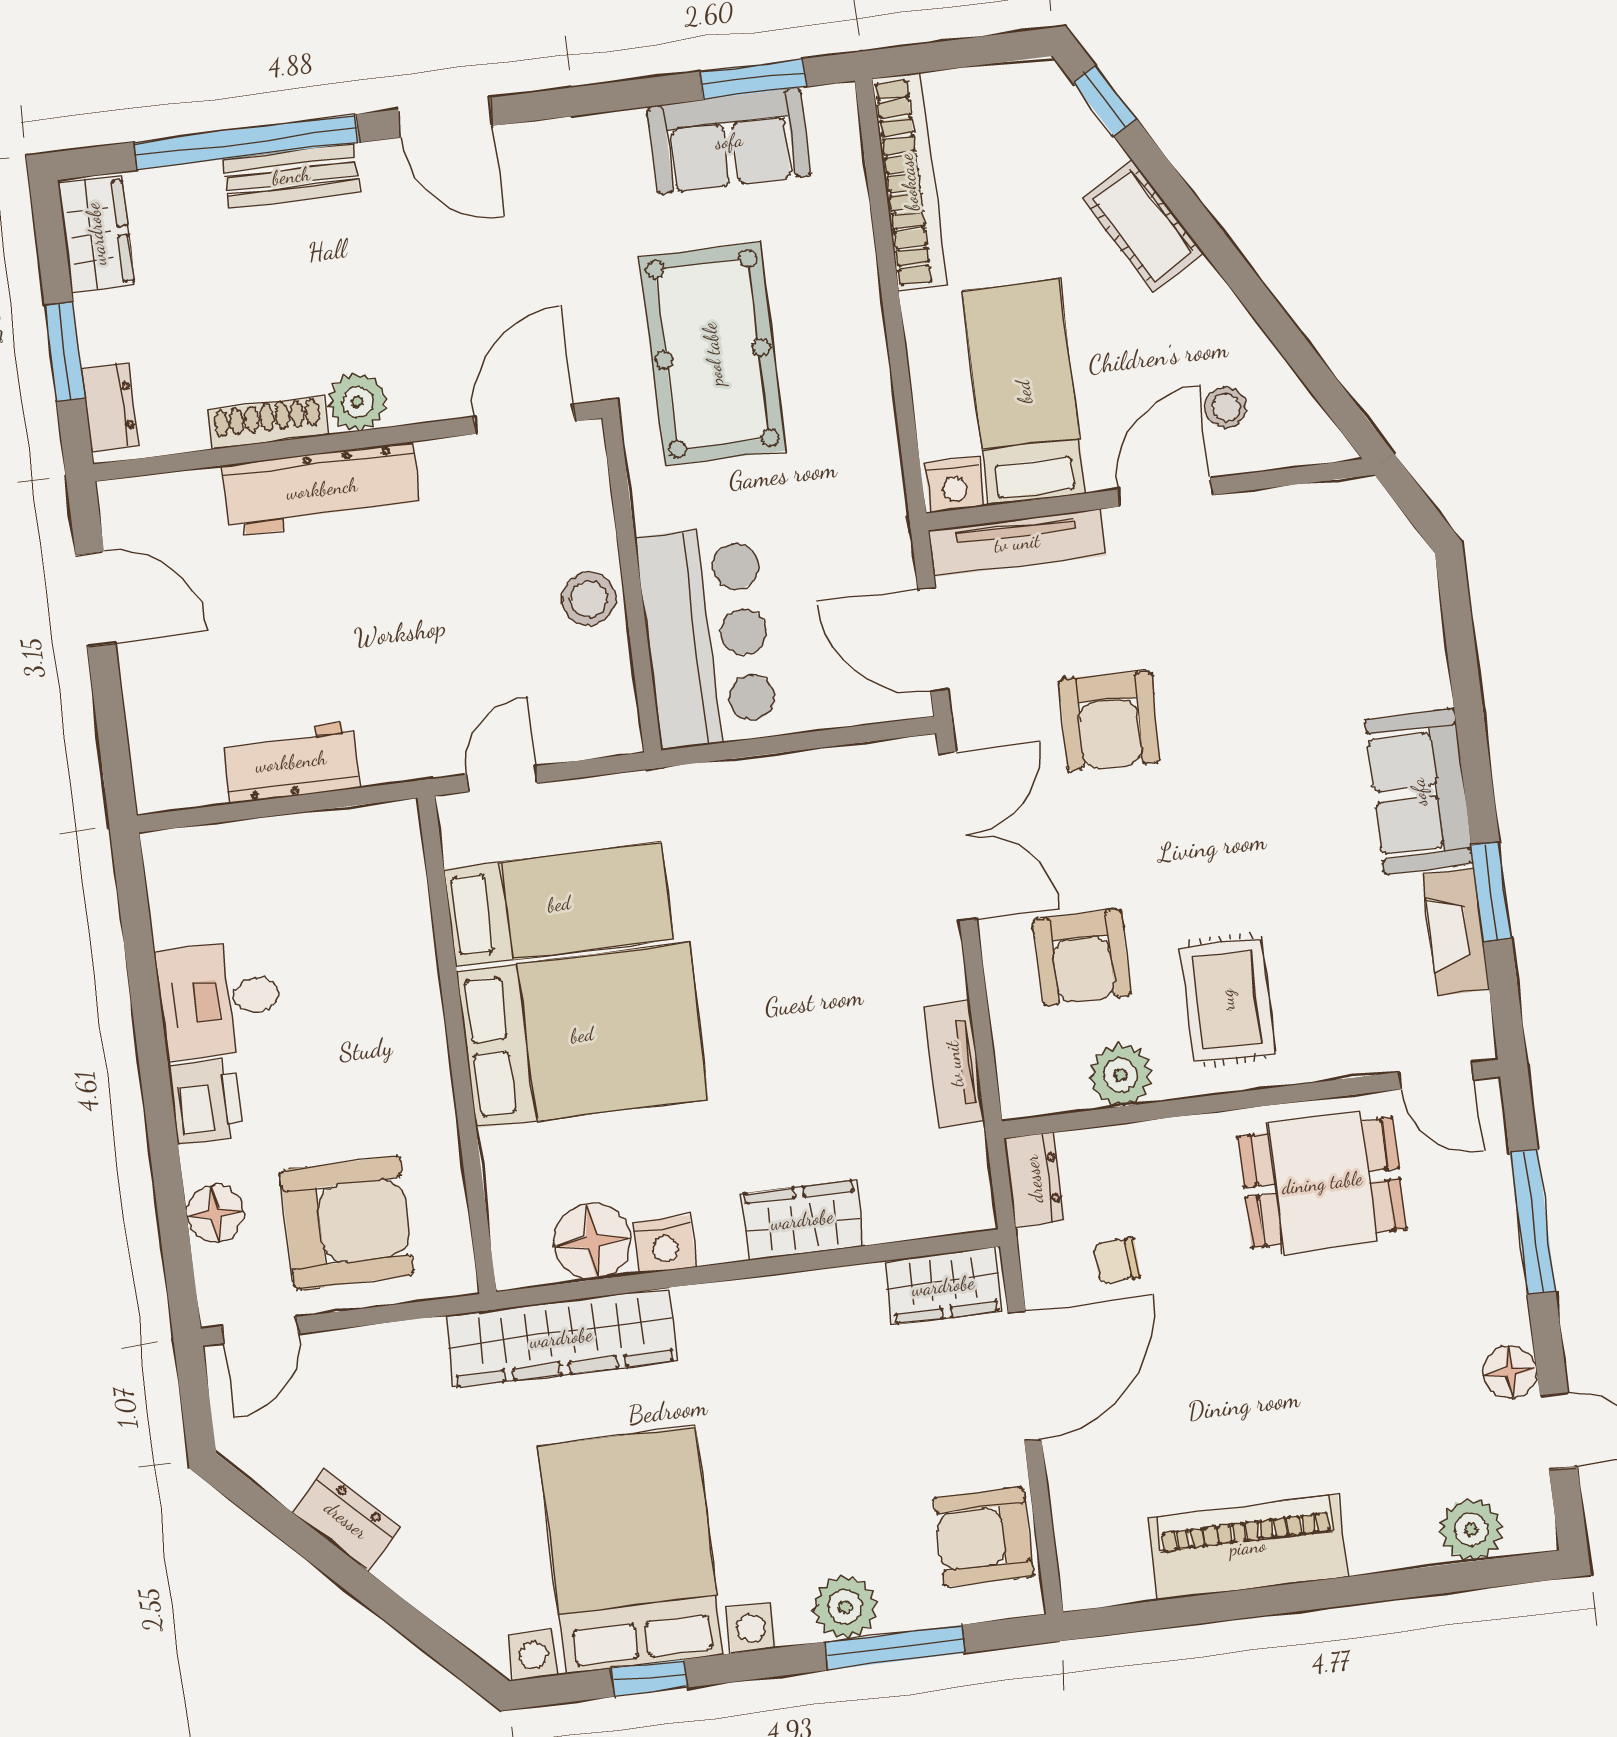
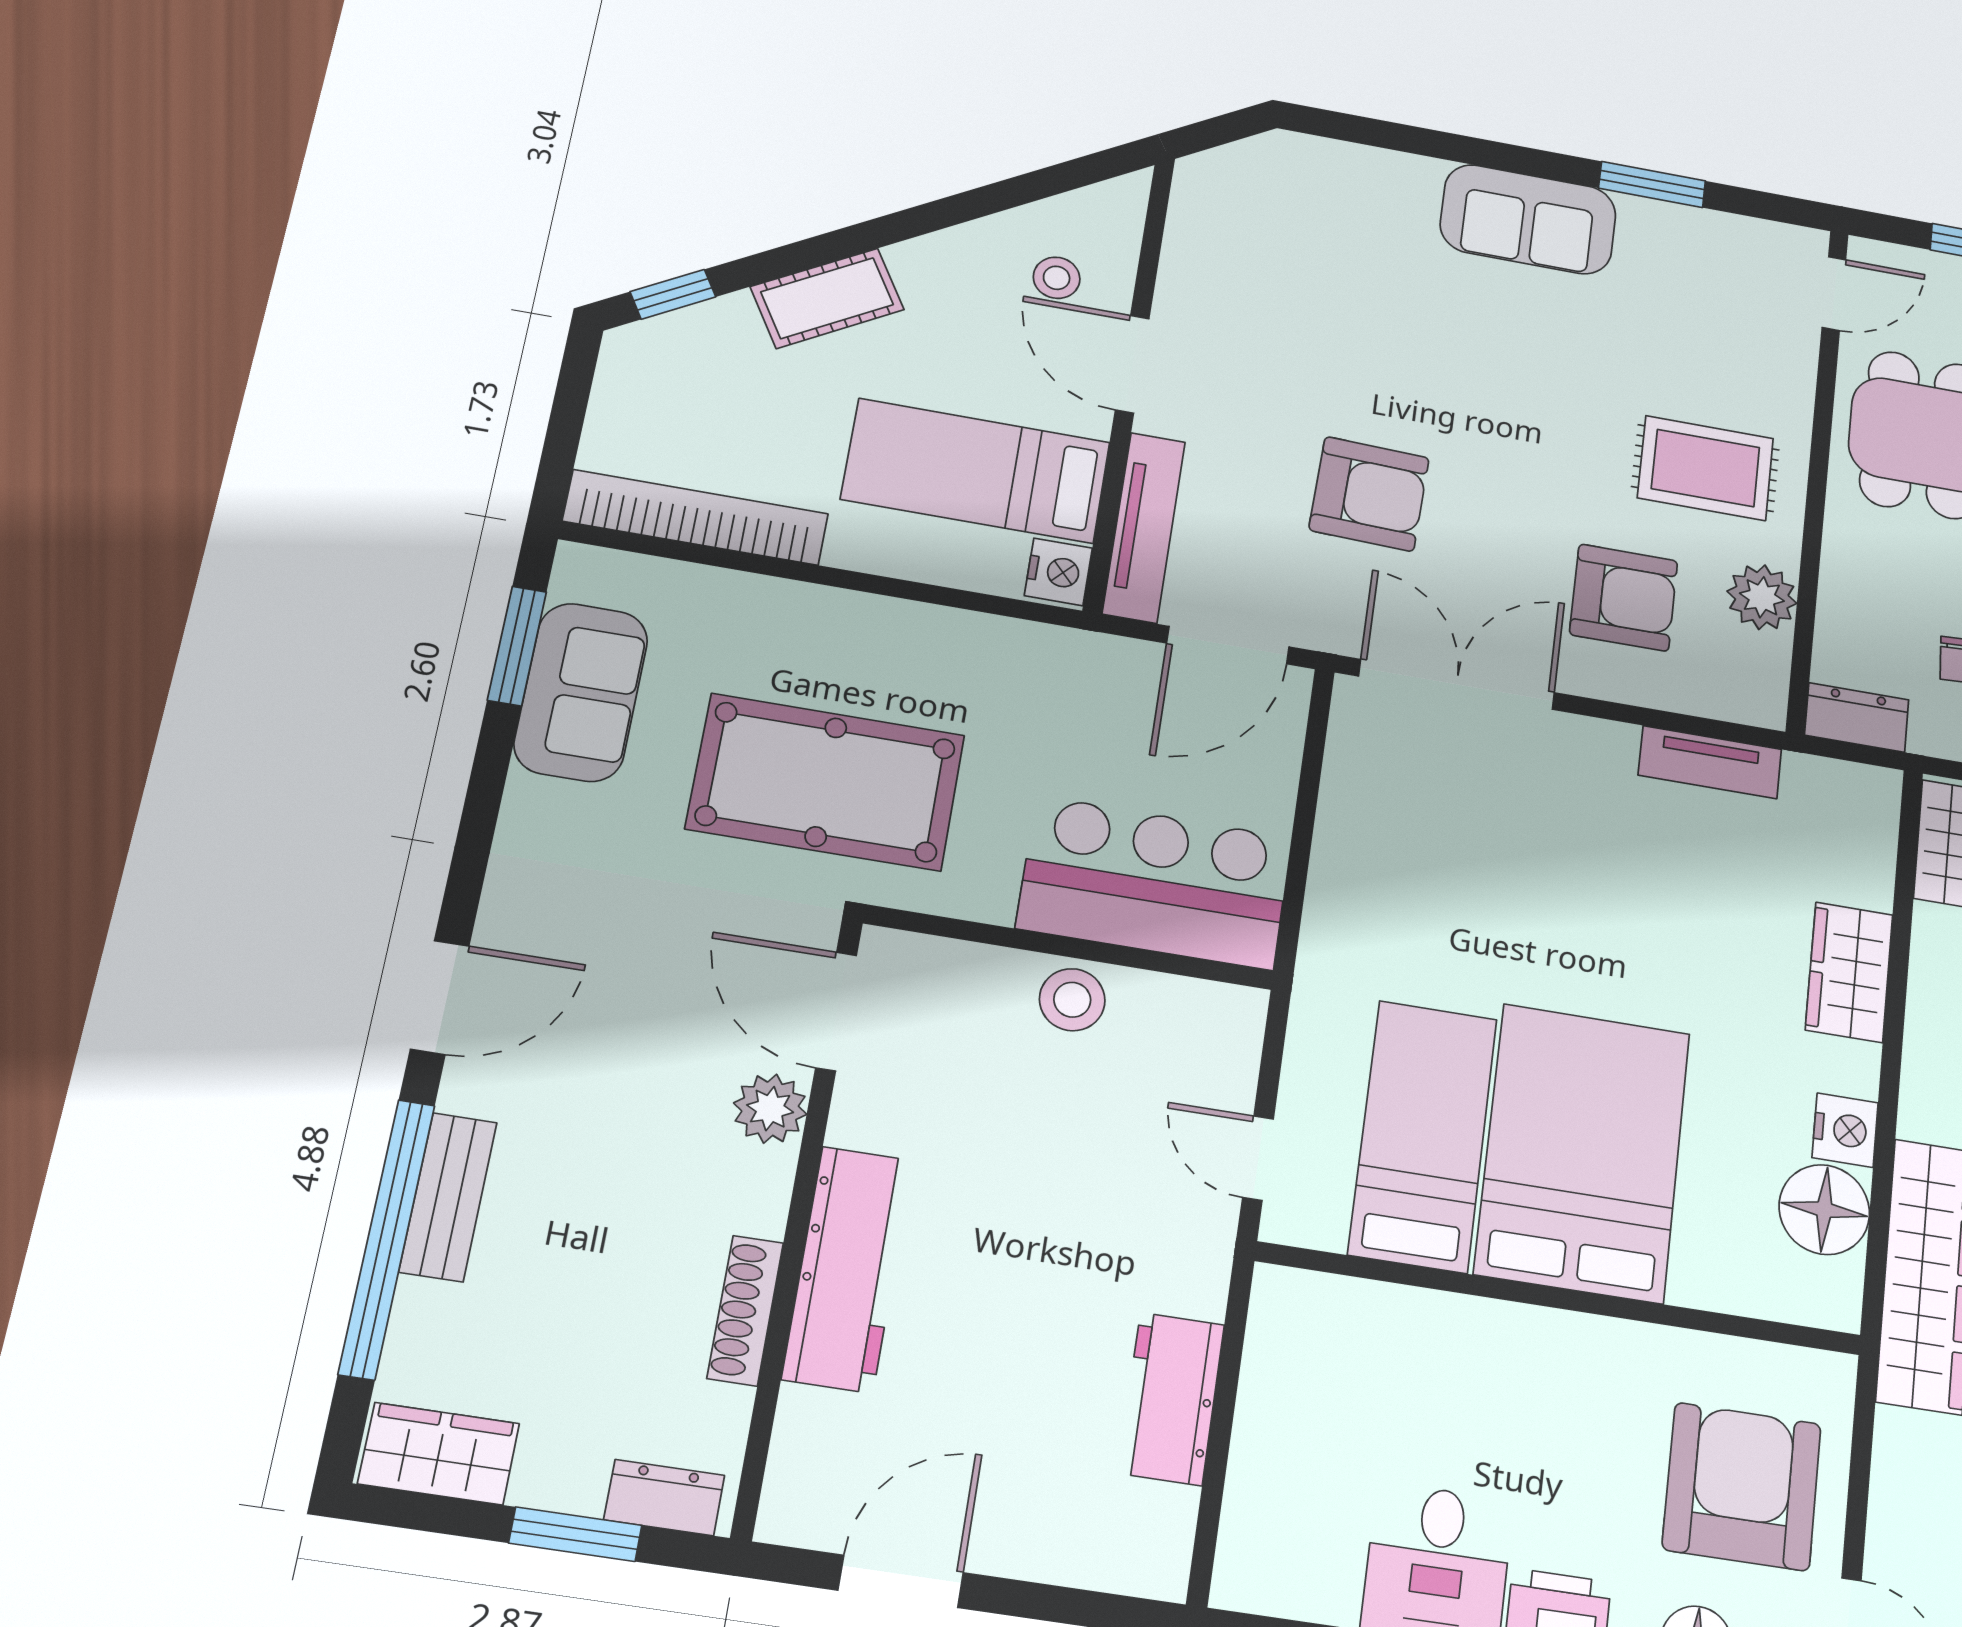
plant: (358, 402) -> (770, 1109), moved
fireplace: (1456, 932) -> (1686, 230), removed

